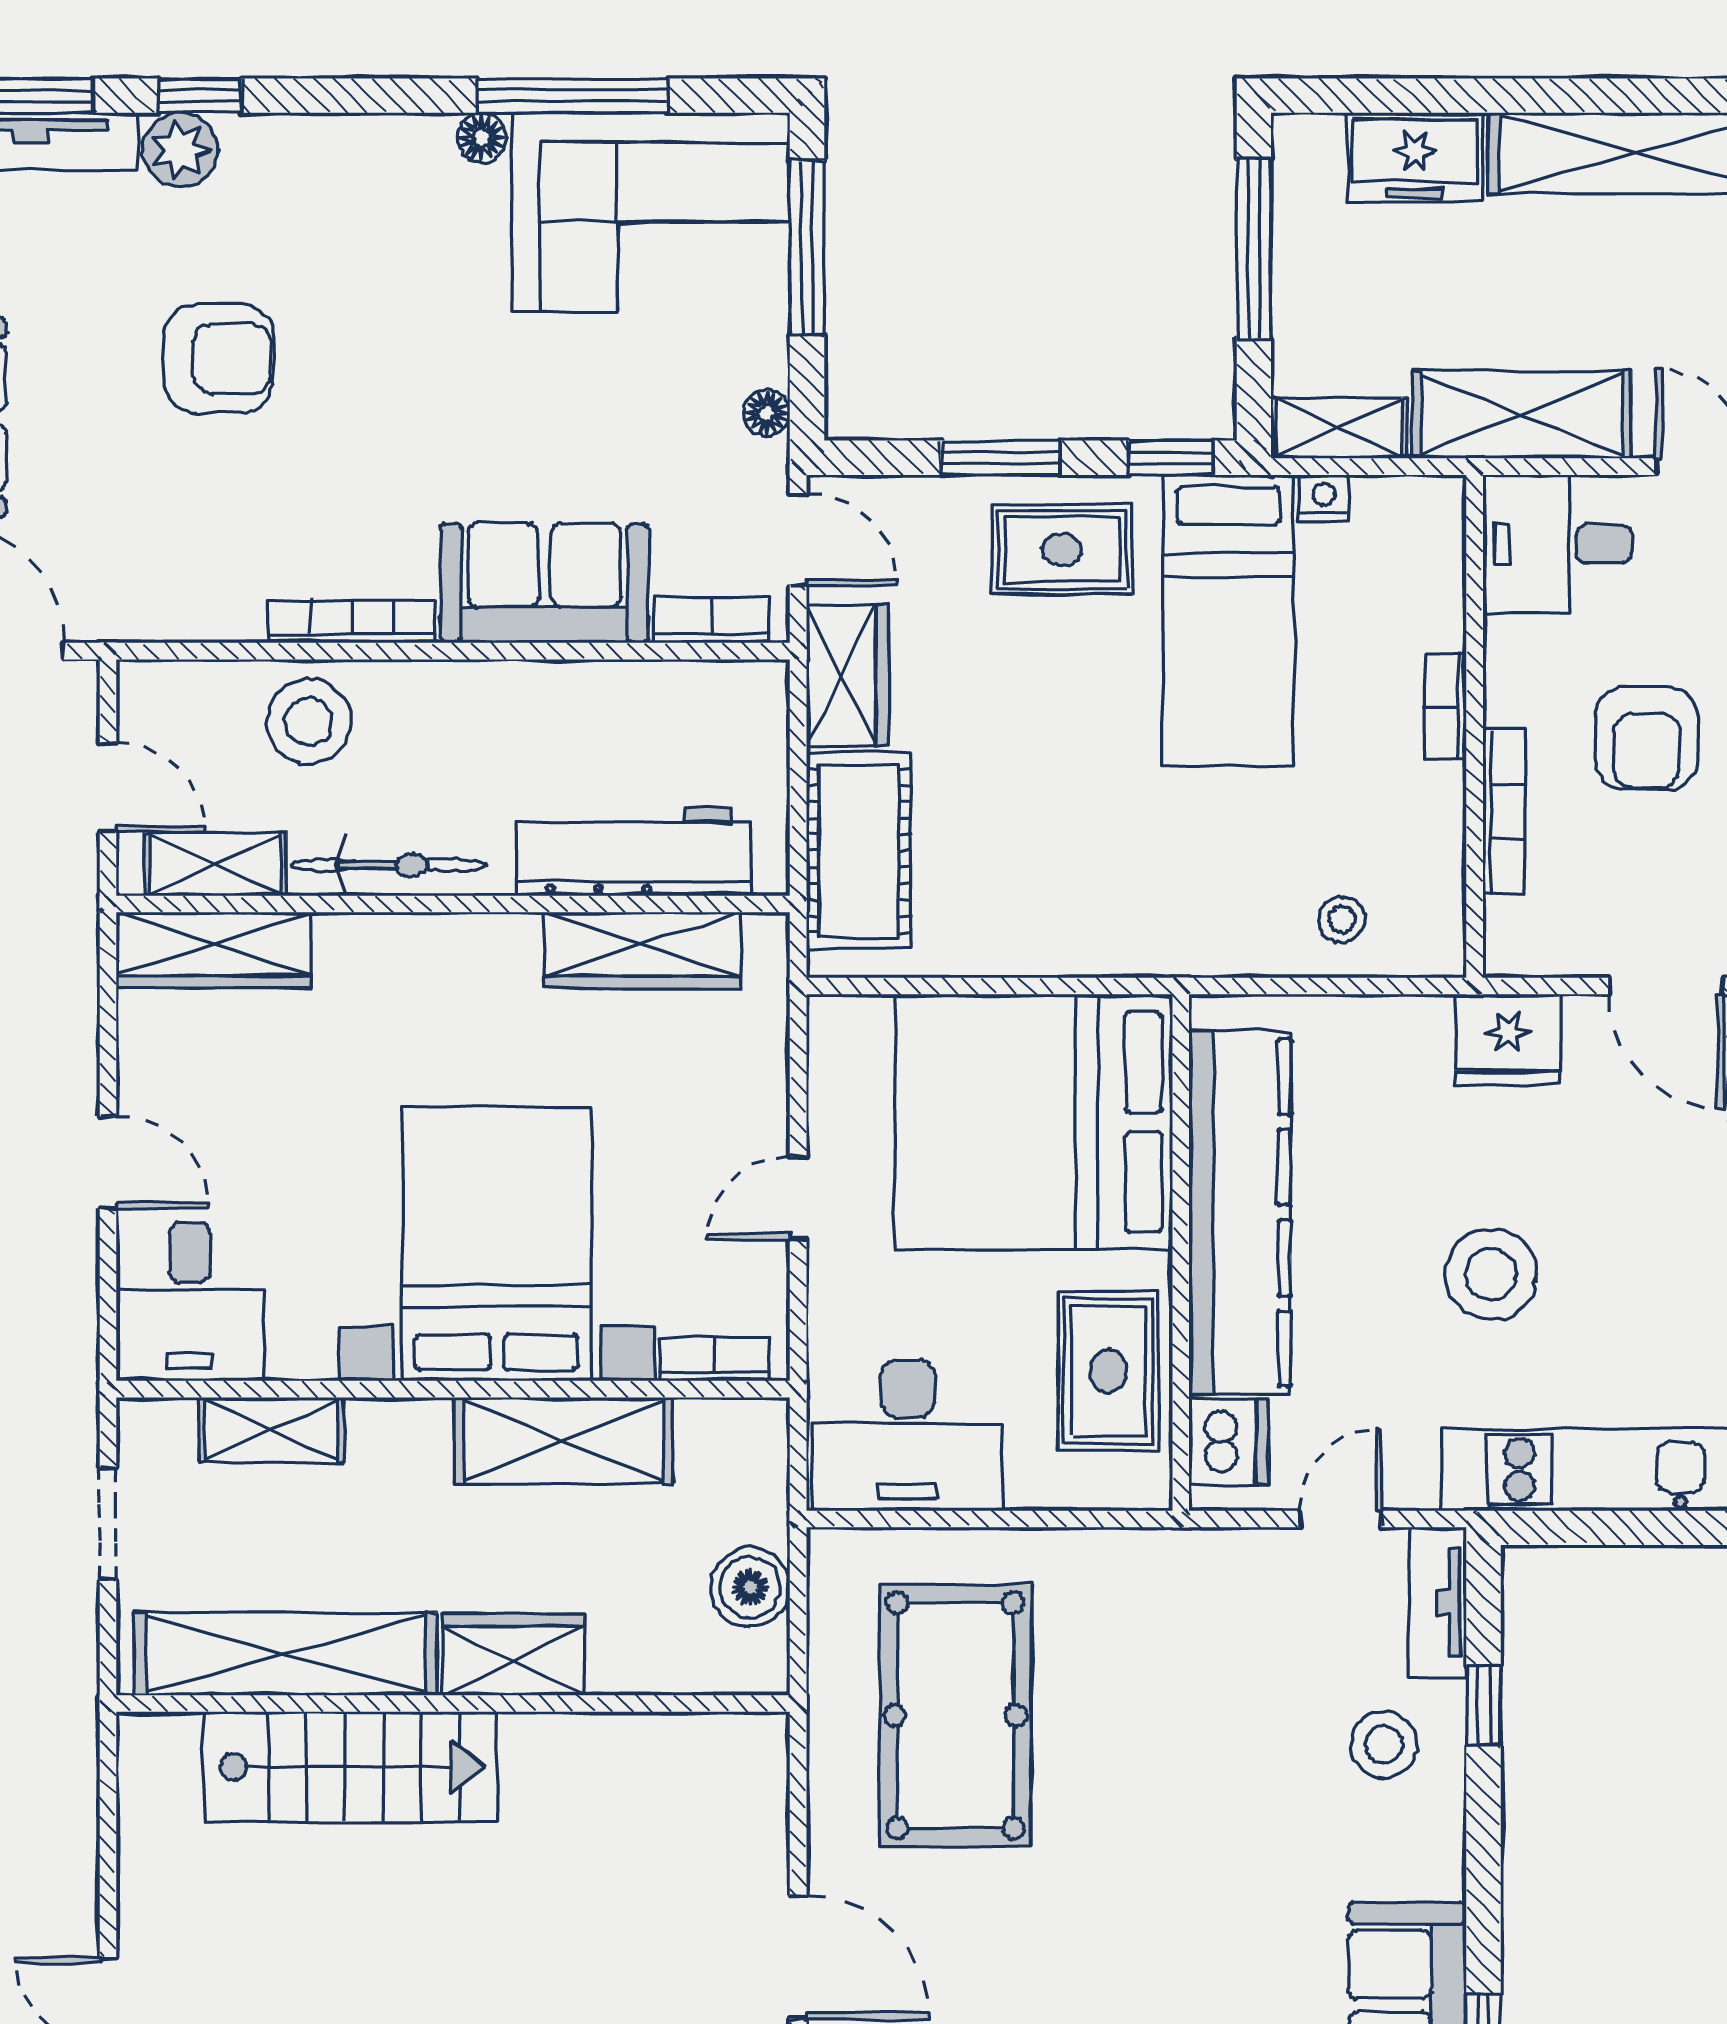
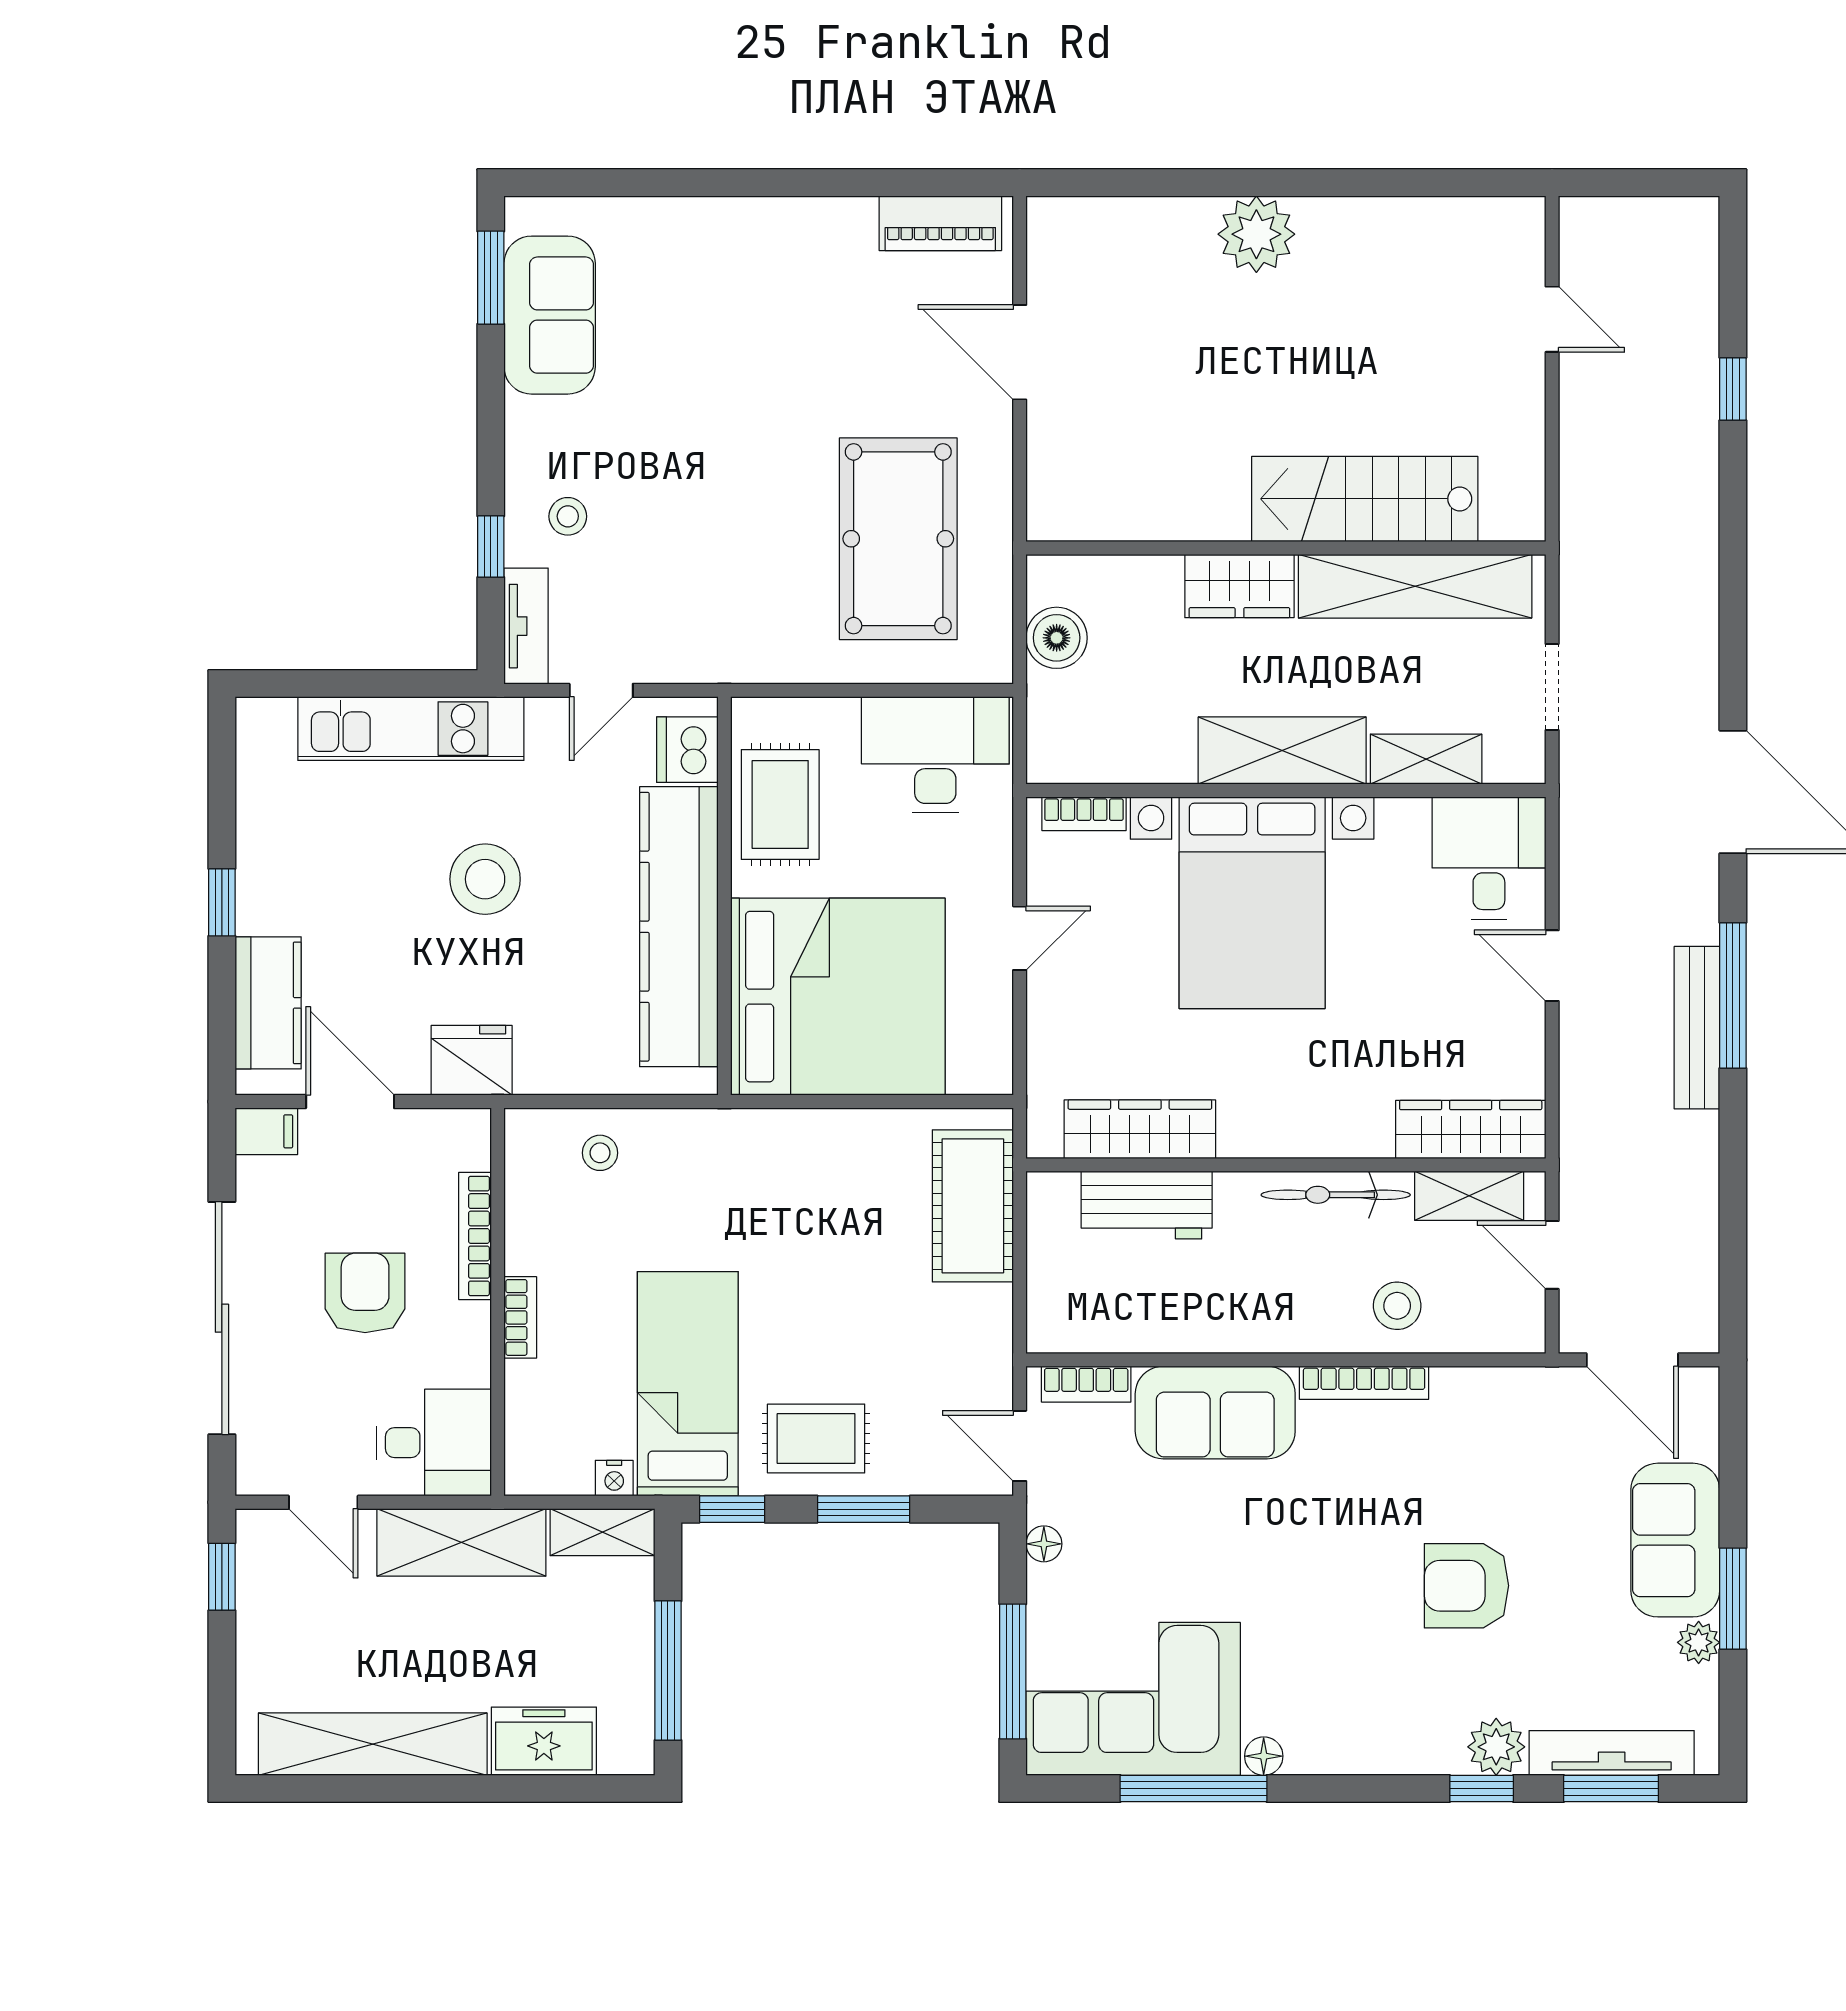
wardrobe: (848, 676) -> (981, 1341), removed
stool: (309, 721) -> (1397, 1306), width x0.73, depth x0.73
workbench: (634, 852) -> (1147, 1205), width x0.73
shelving: (564, 1441) -> (1282, 751), moved
stool: (1384, 1745) -> (568, 516), width x0.73, depth x0.73

